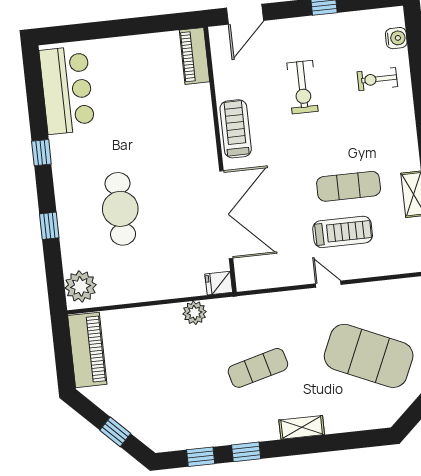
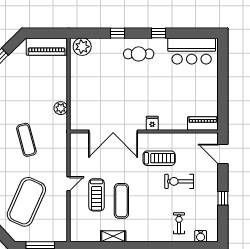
treadmill: (236, 129) -> (159, 158), moved
cafe table: (120, 209) -> (139, 54), moved, width x0.73, depth x0.74
fridge: (219, 283) -> (152, 123), moved

